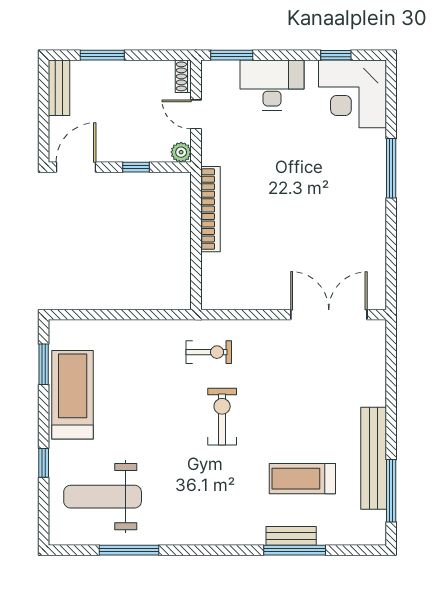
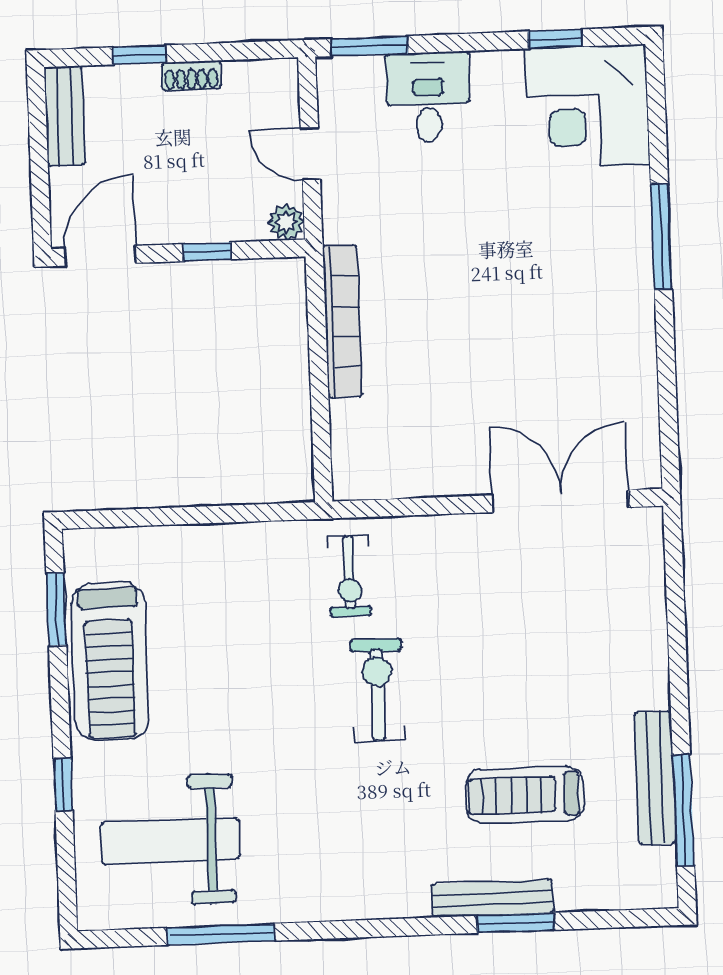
window: (102, 55) -> (139, 55), width x0.67
shoe rack: (183, 76) -> (191, 76), moved, turned -90
desk: (272, 85) -> (428, 97), width x0.73
exercise bike: (209, 352) -> (349, 576), turned 90
treadmill: (73, 395) -> (110, 661), turned 180
bench: (374, 458) -> (655, 778), width x0.73, depth x0.82
bench: (291, 536) -> (492, 898), width x1.36
window: (295, 550) -> (516, 923), width x0.69

